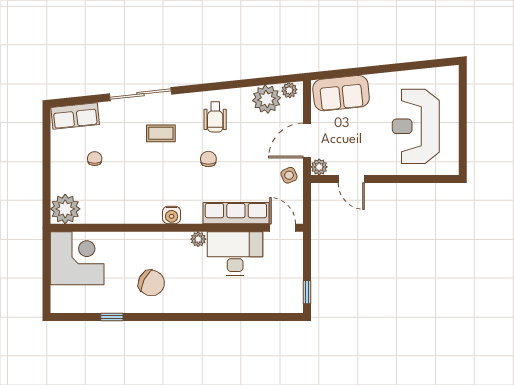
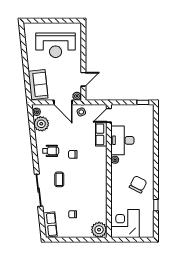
row of seats: (236, 213) -> (101, 134), width x0.68
water cooler: (172, 215) -> (102, 174), removed

